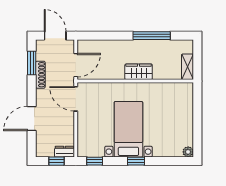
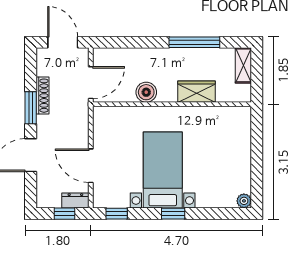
window: (32, 63) -> (31, 108), moved
shelving: (188, 67) -> (243, 65), moved
boiler: (116, 72) -> (146, 92), added
wardrobe: (139, 72) -> (197, 92), moved
door: (76, 99) -> (91, 166), moved

